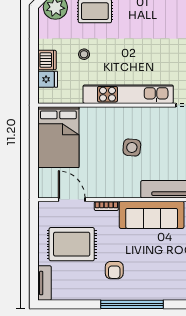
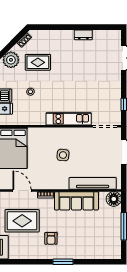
kitchen unit: (128, 94) -> (69, 119), width x0.73
window: (132, 304) -> (63, 262), width x0.47

